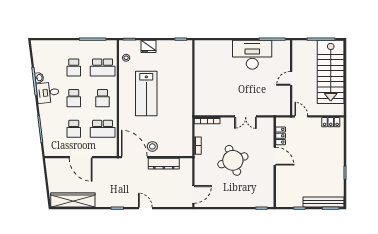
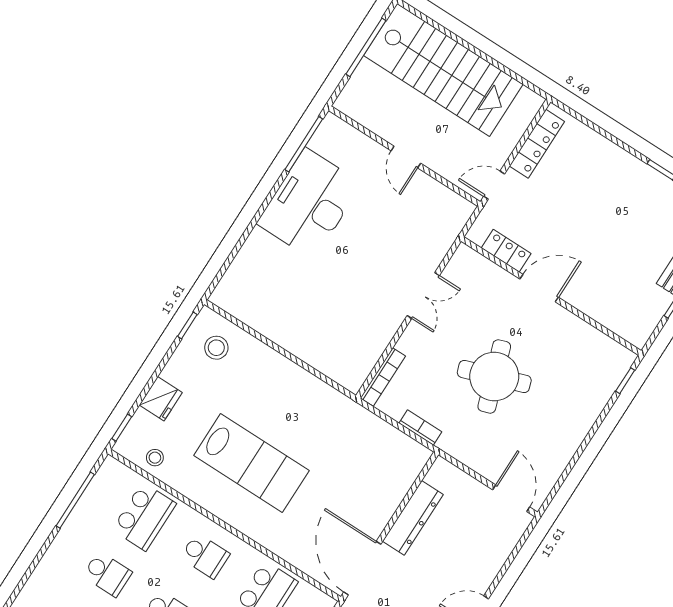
locker: (331, 122) -> (537, 144), width x1.53
stool: (152, 146) -> (216, 348), moved
door: (134, 157) -> (362, 568), hinge flipped

